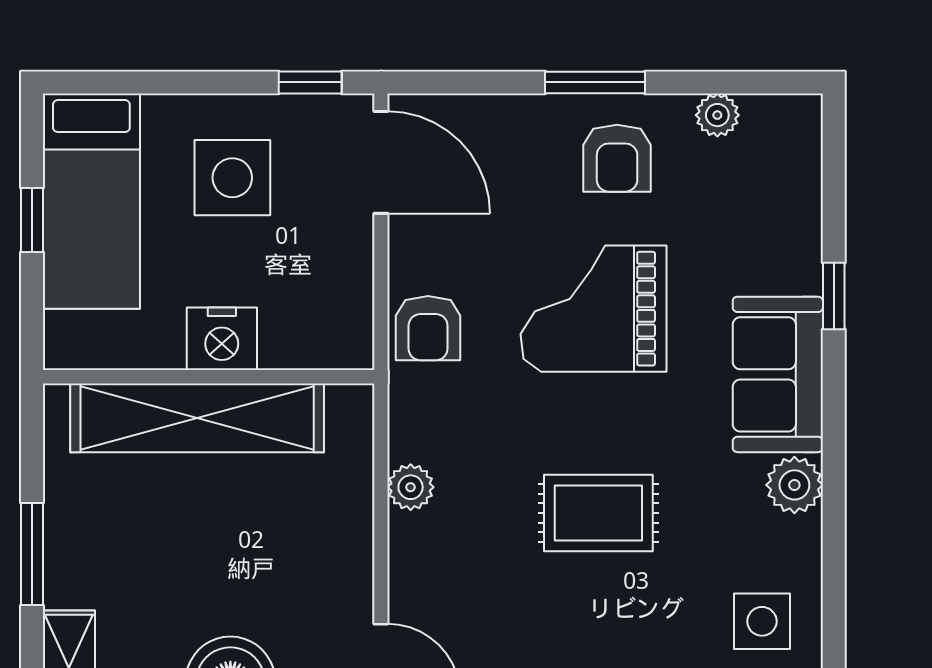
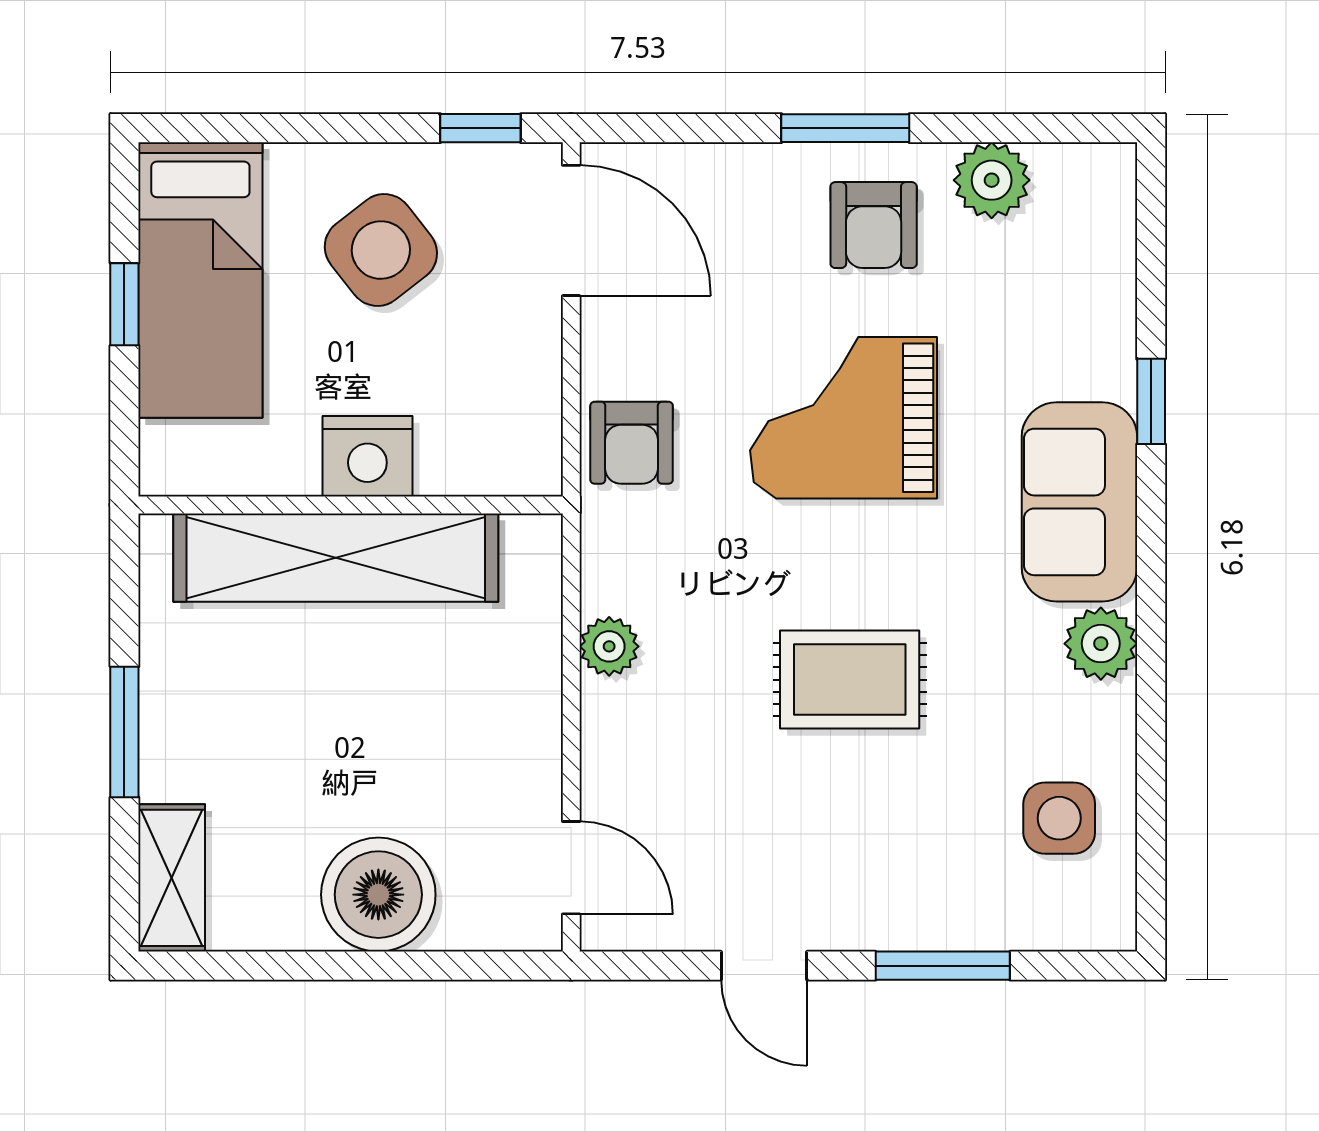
plant: (717, 115) -> (992, 180), width x1.38, depth x1.38
side table: (232, 178) -> (381, 250), turned -38

